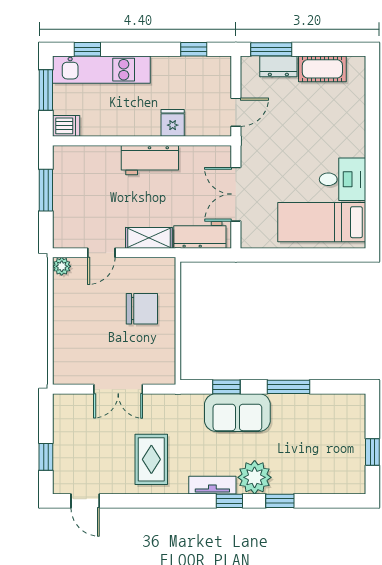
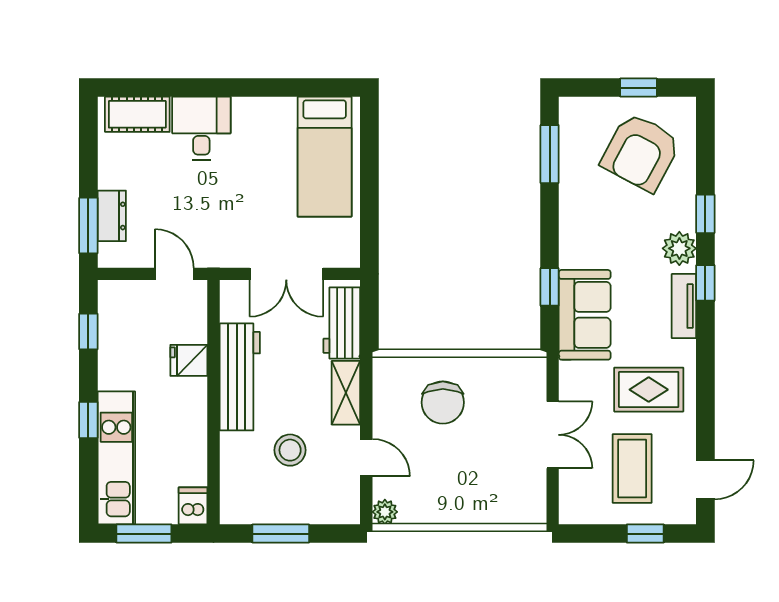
window: (87, 49) -> (88, 420), moved
cot: (322, 69) -> (137, 114), moved, turned 90
workbench: (150, 160) -> (240, 377), width x1.38
desk: (343, 179) -> (201, 128), moved
stool: (107, 197) -> (290, 450), added
chair: (142, 309) -> (443, 402), turned 180
window: (288, 387) -> (550, 154), moved
sofa: (237, 413) -> (585, 315), moved
coffee table: (94, 447) -> (632, 468), added
armchair: (325, 454) -> (641, 152), added
plant: (255, 477) -> (679, 248), width x0.73, depth x0.73

